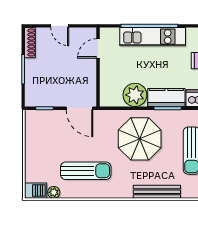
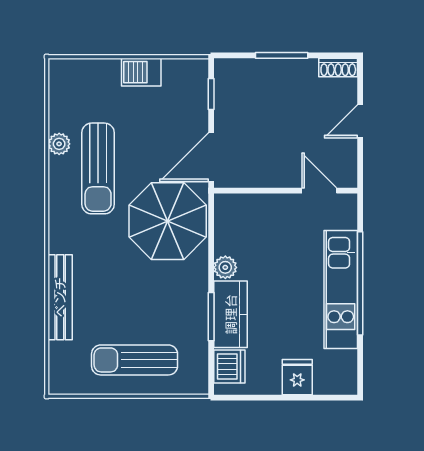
shoe rack: (30, 43) -> (338, 67), width x0.70
plant: (135, 95) -> (225, 267), width x0.53, depth x0.53
parasol: (140, 139) -> (168, 221), moved
barbecue: (36, 191) -> (141, 72), moved, turned 90
plant: (54, 192) -> (59, 144), moved

